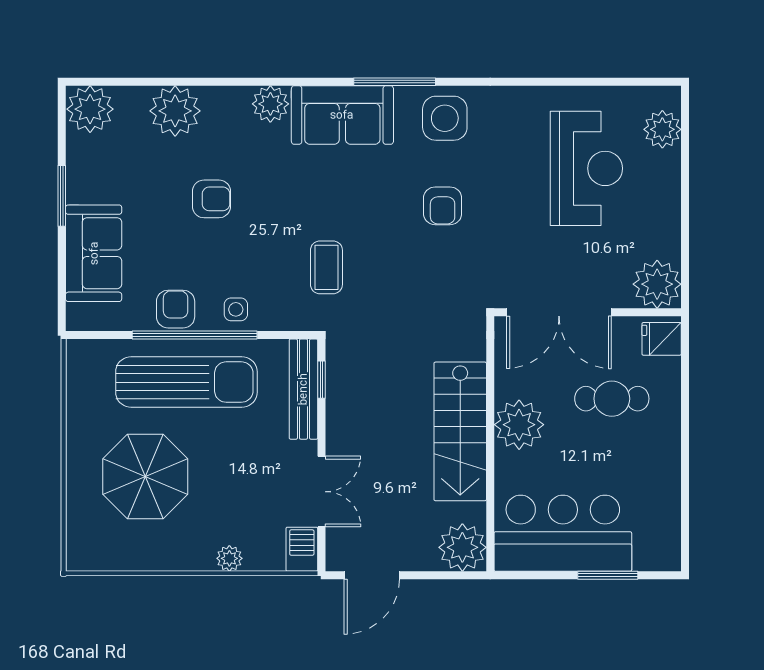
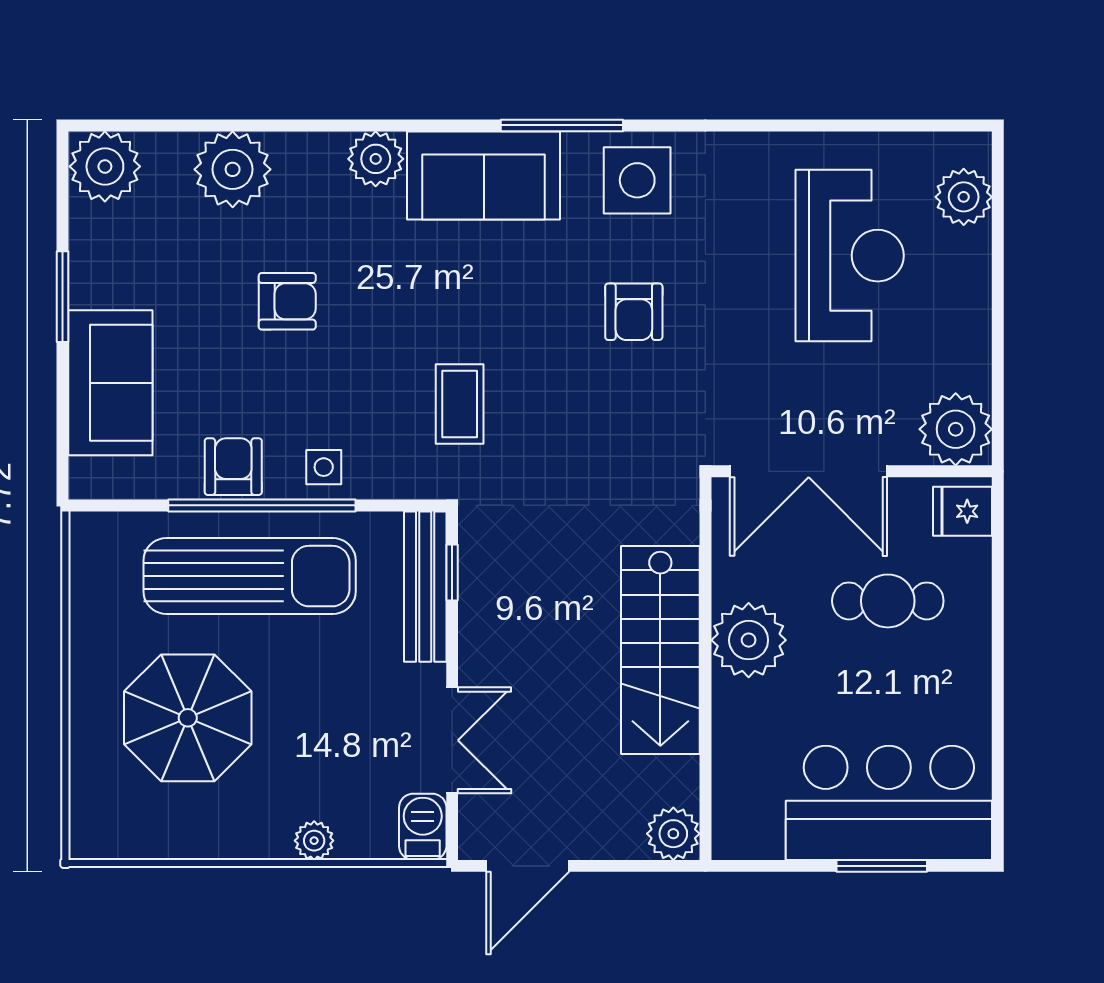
bar counter: (563, 533) -> (889, 803), moved
plant: (462, 547) -> (673, 834), width x0.73, depth x0.73

